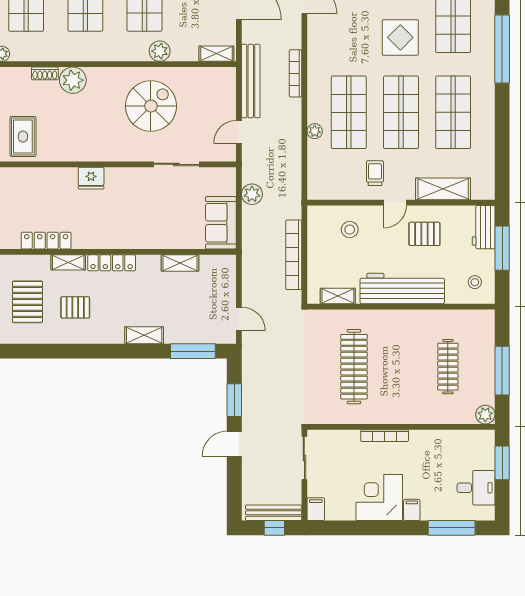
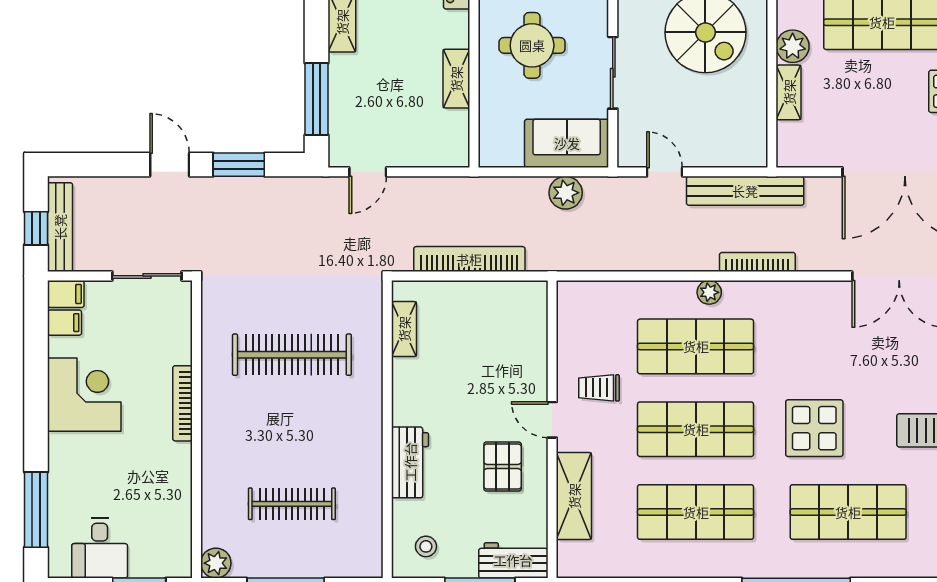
shelving: (216, 54) -> (789, 92), moved
plant: (315, 131) -> (709, 292), moved
trolley: (375, 173) -> (599, 388), turned 180
round table: (159, 215) -> (532, 45), added
sofa: (221, 223) -> (567, 143), moved
stool: (350, 230) -> (510, 348), removed
workbench: (402, 288) -> (410, 462), width x0.53, depth x0.76
filing cabinet: (412, 510) -> (64, 323), moved

